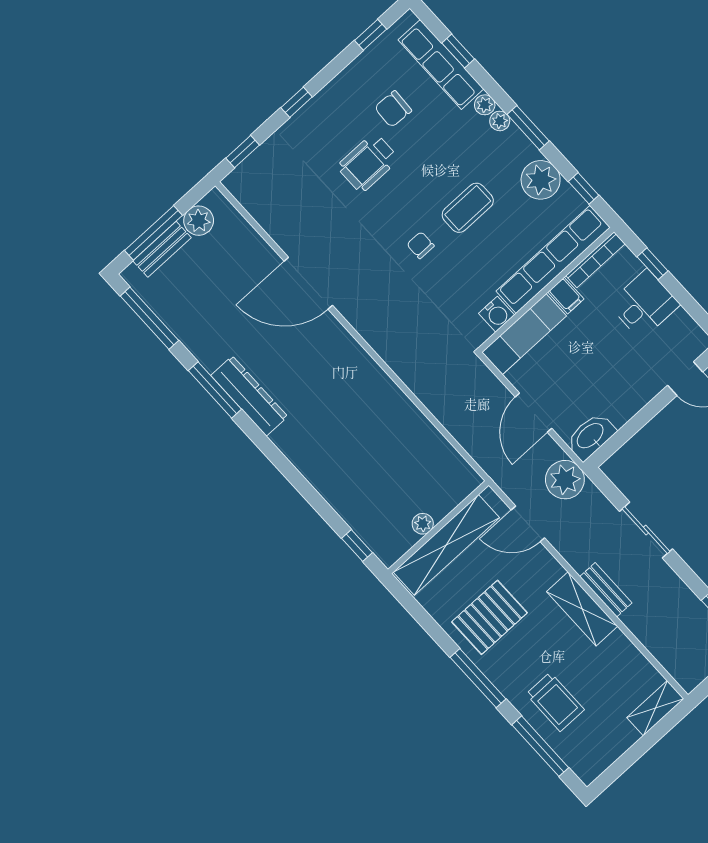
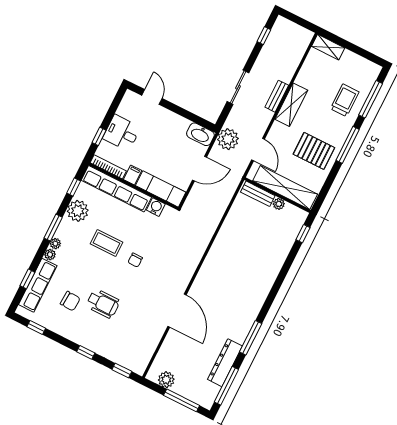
bench: (162, 249) -> (258, 194), moved
dresser: (249, 396) -> (225, 363), moved

